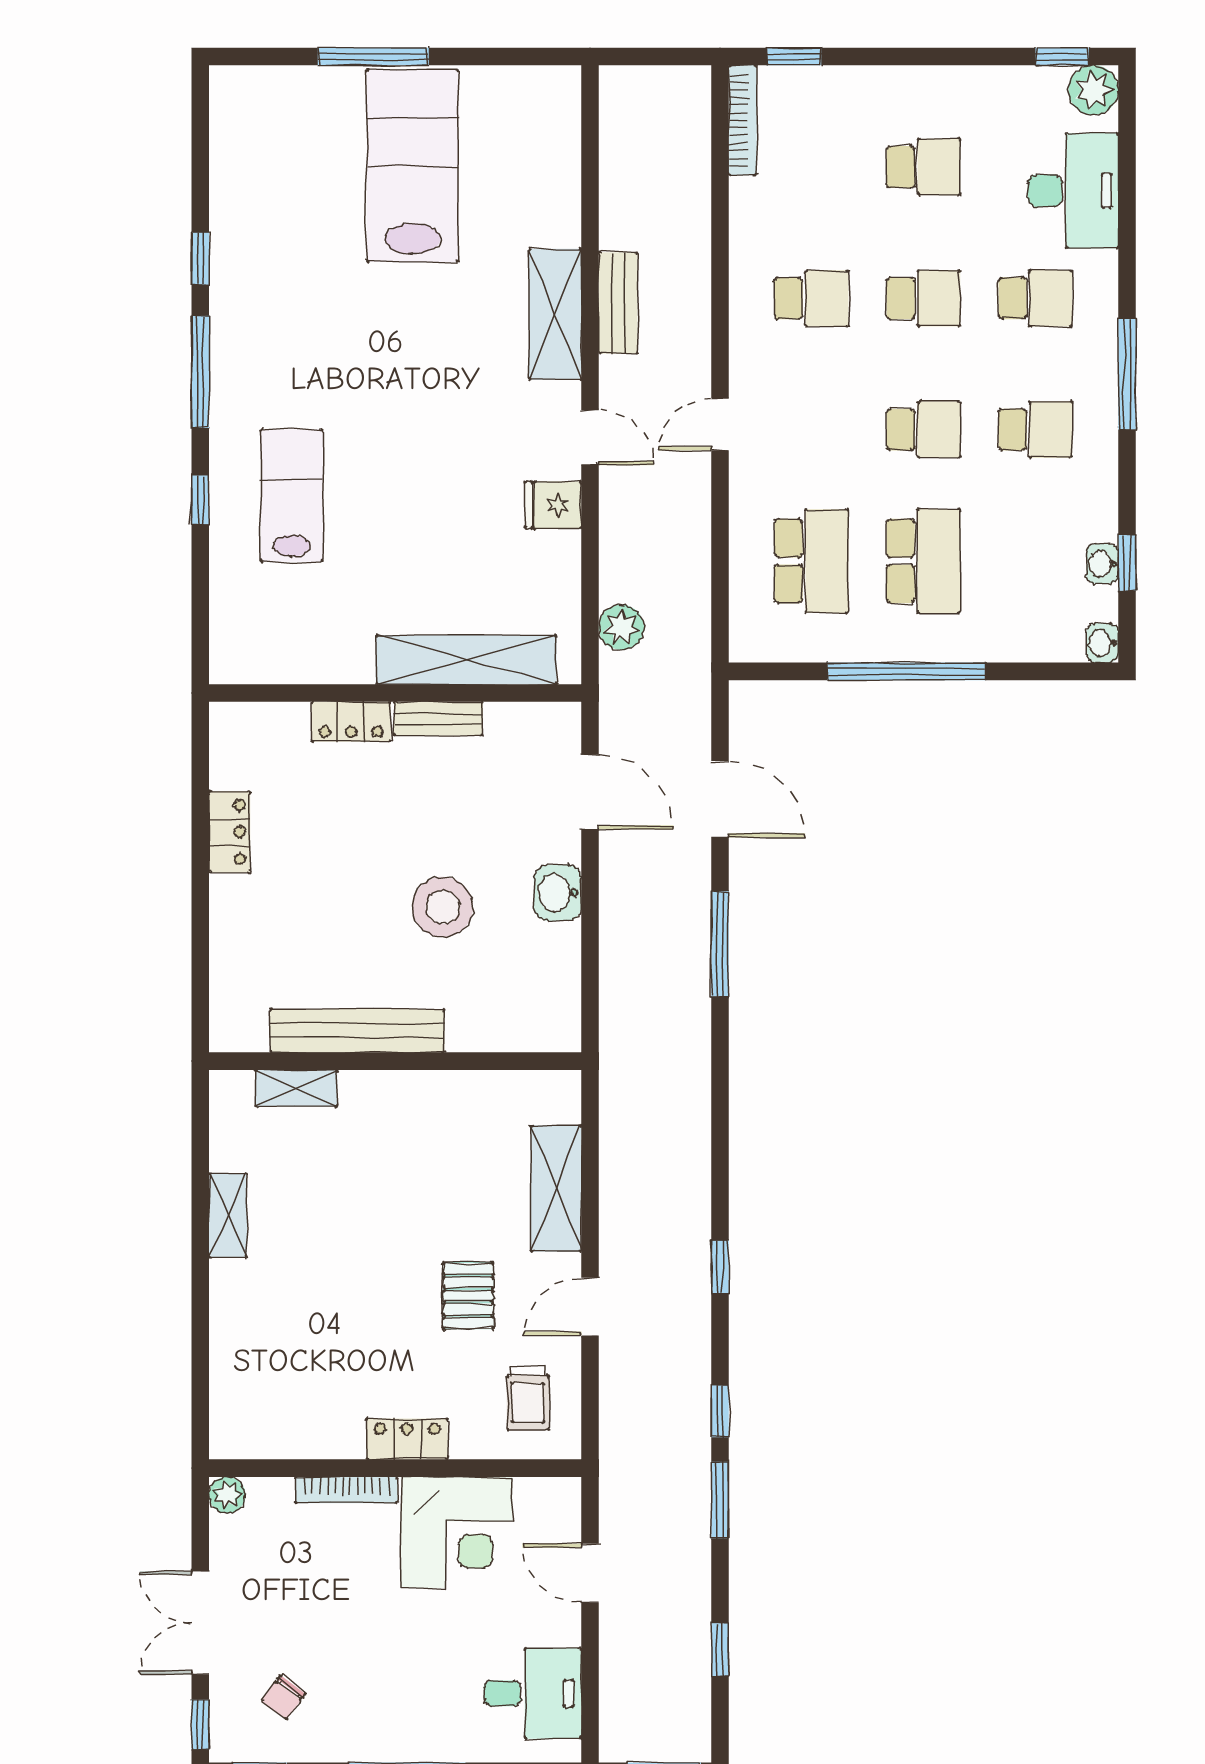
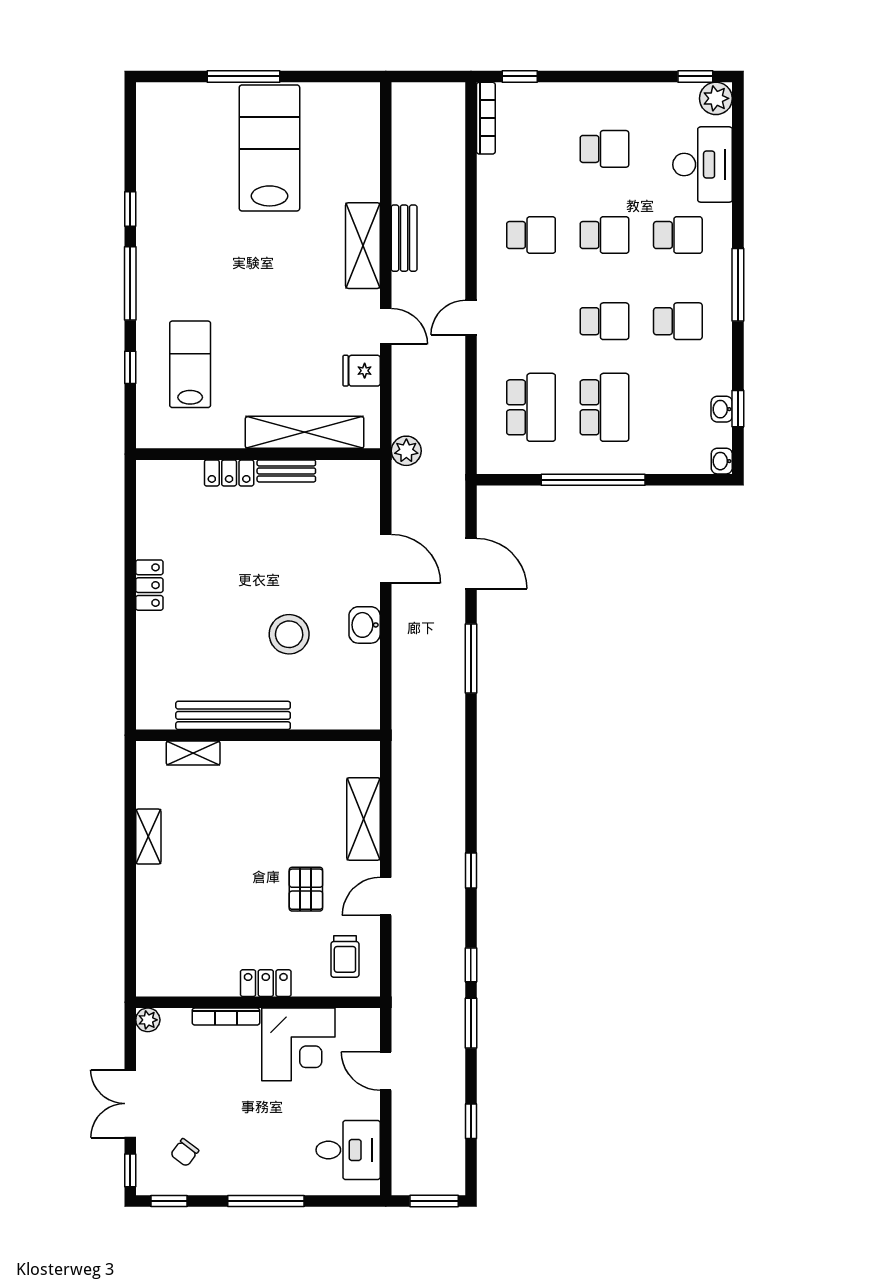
shelving: (466, 660) -> (305, 432), moved
wall: (395, 693) -> (258, 454), moved
bench: (438, 719) -> (286, 471), moved
locker: (351, 722) -> (229, 473), moved

